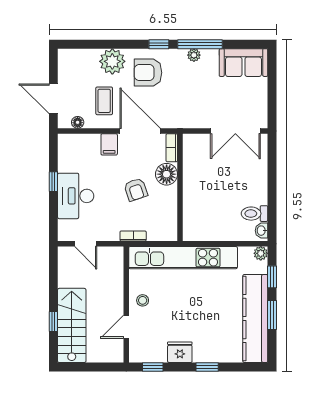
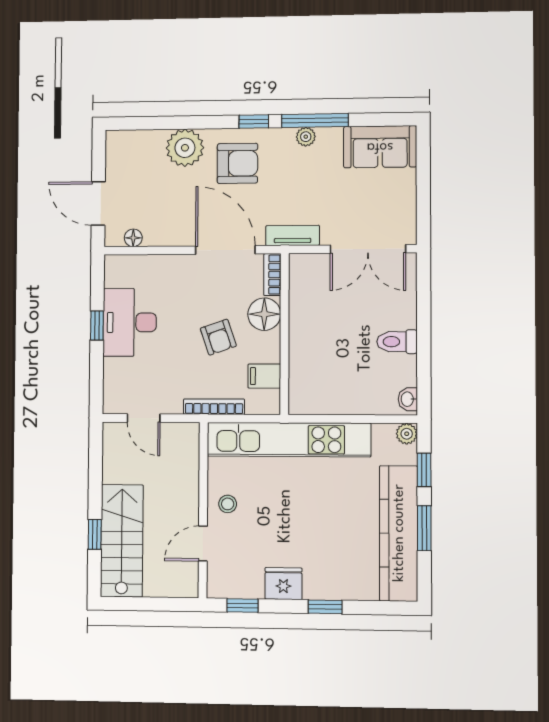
armchair: (148, 73) -> (237, 163), turned 180
coffee table: (104, 101) -> (173, 206), removed
tv unit: (185, 122) -> (293, 235), added
filing cabinet: (109, 144) -> (264, 376), moved, turned 90
desk: (76, 196) -> (130, 322), moved
toilet: (254, 214) -> (397, 342), moved
bookcase: (133, 236) -> (214, 407), width x1.56

